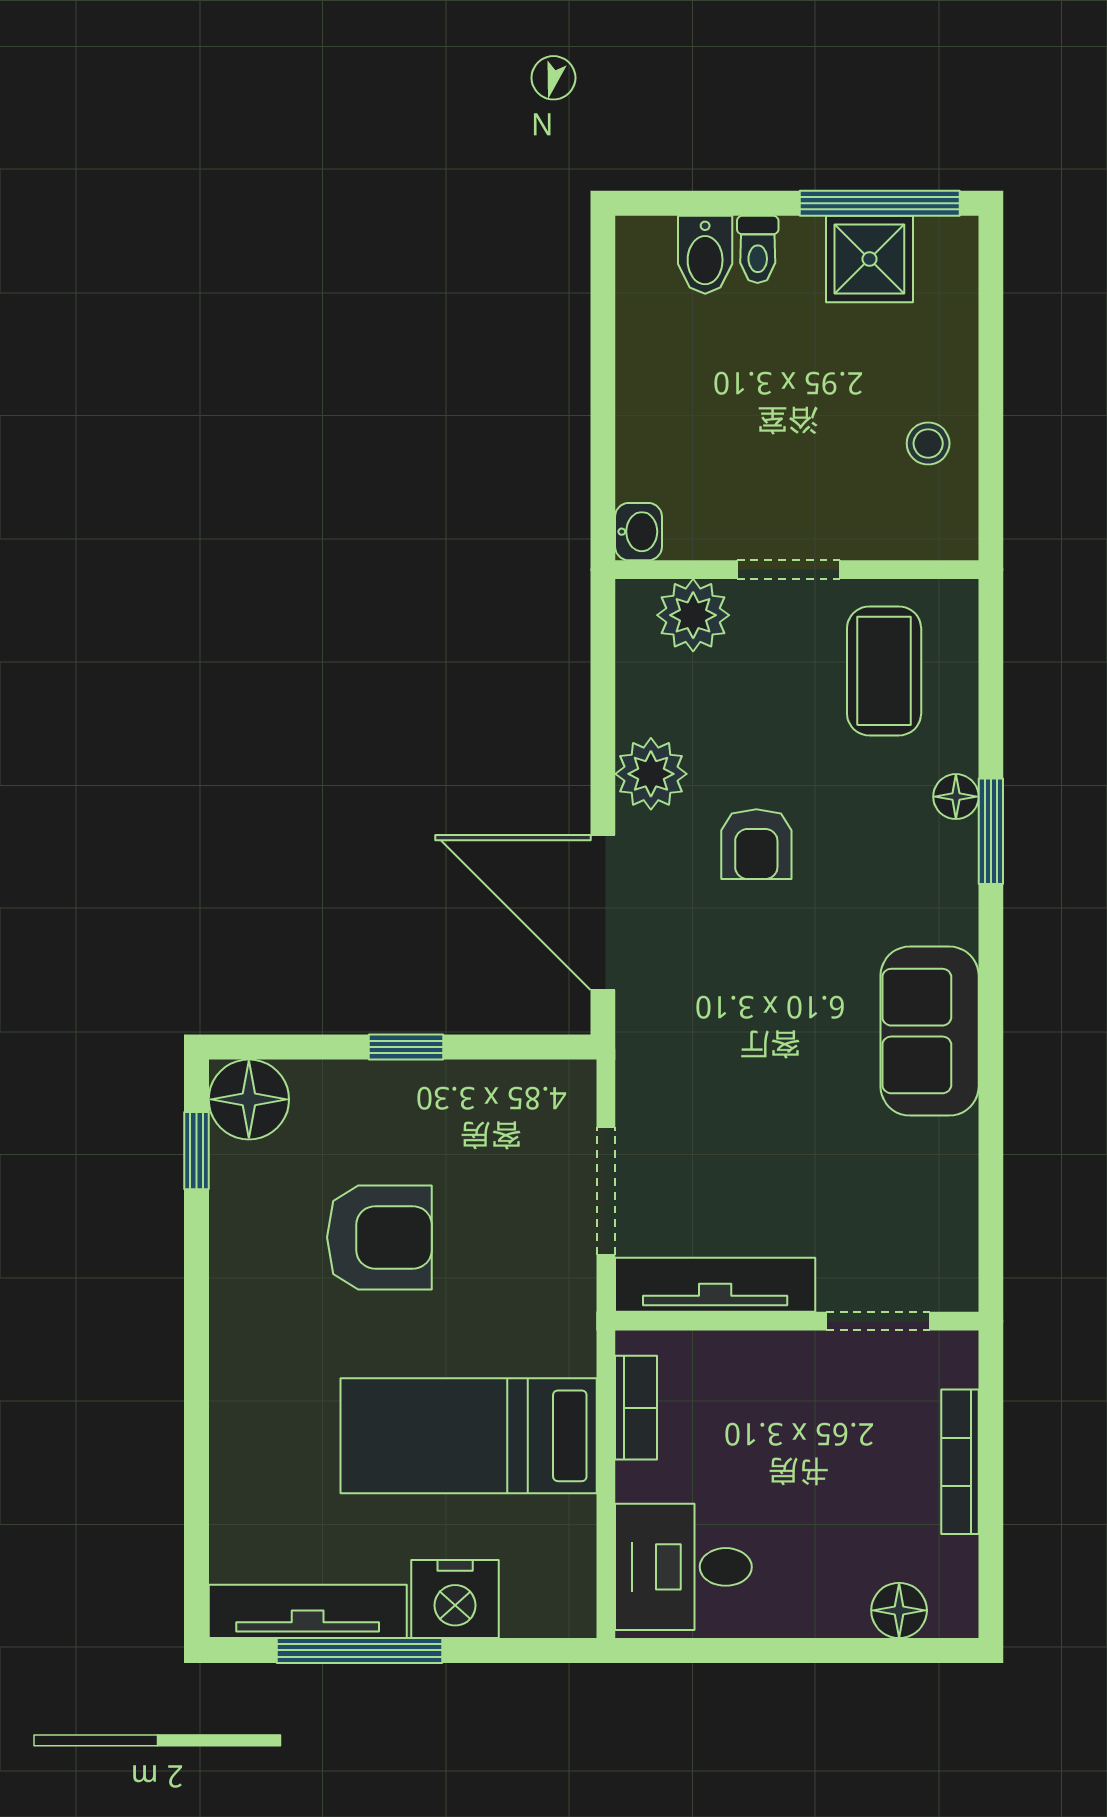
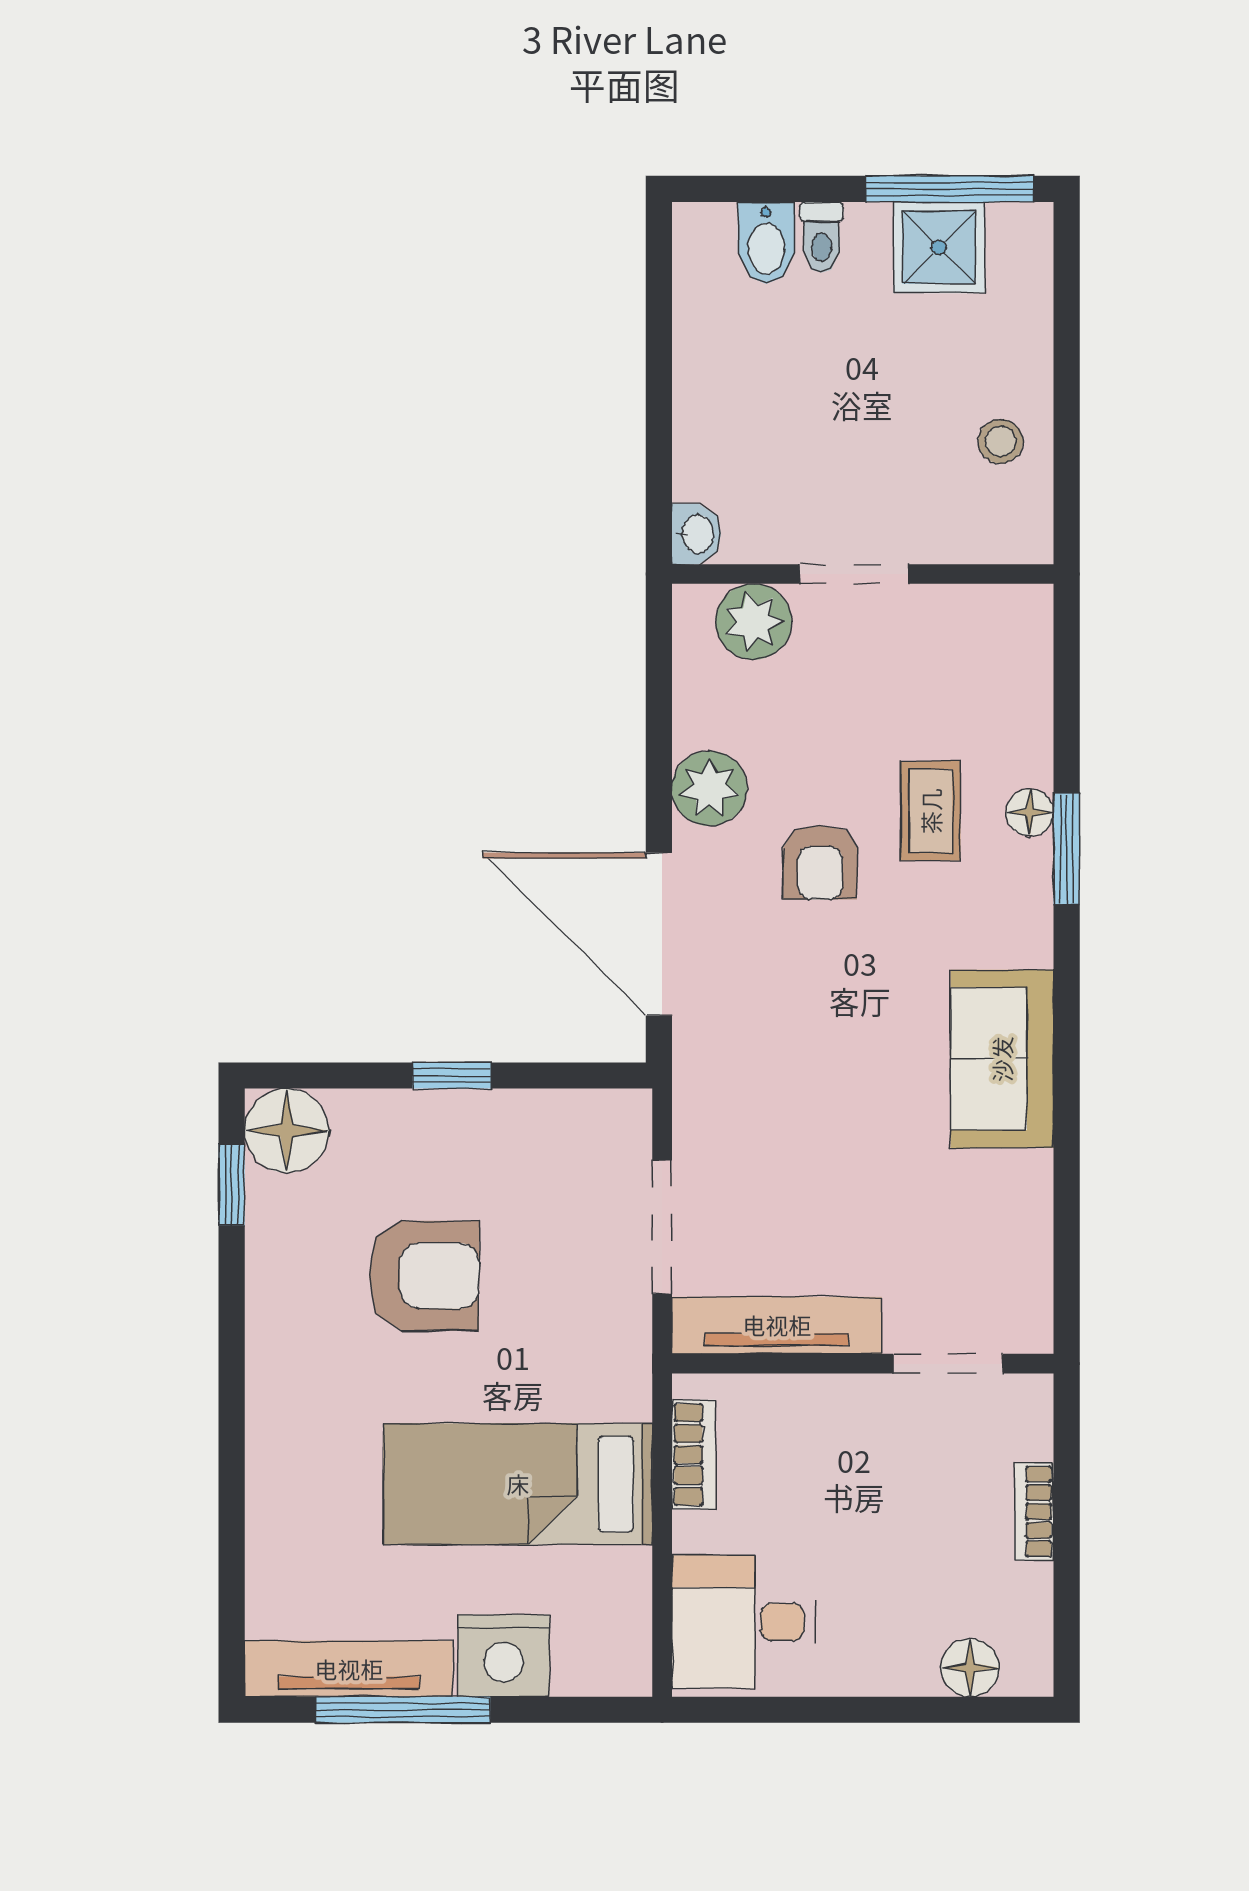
coffee table: (884, 671) -> (931, 811), moved, width x0.73, depth x0.77
bookcase: (960, 1462) -> (1034, 1511), width x0.64

